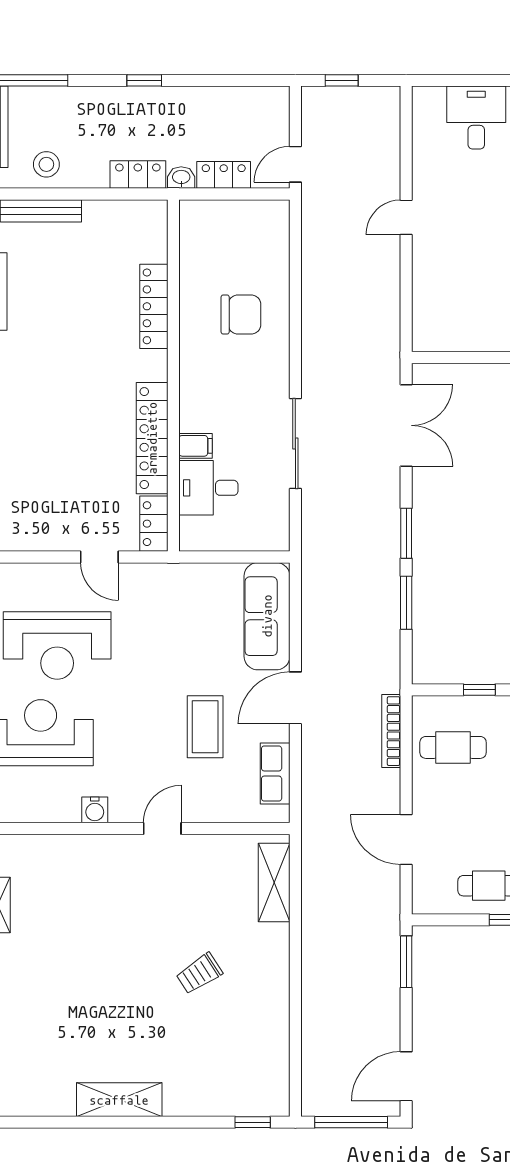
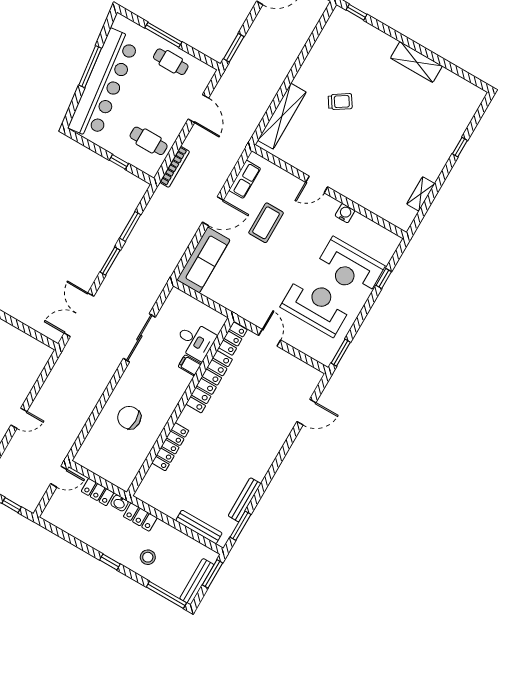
stool: (46, 164) -> (148, 557), moved
shelving: (274, 883) -> (282, 116), width x1.47

